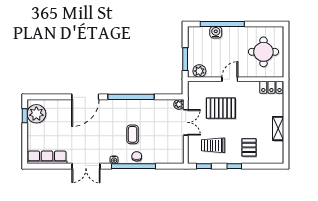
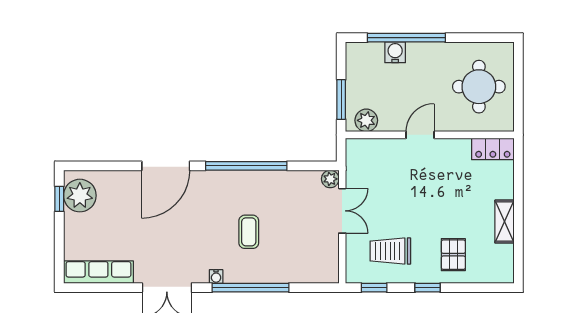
pallet: (221, 108) -> (404, 186), removed
chair: (137, 156) -> (256, 270), removed

